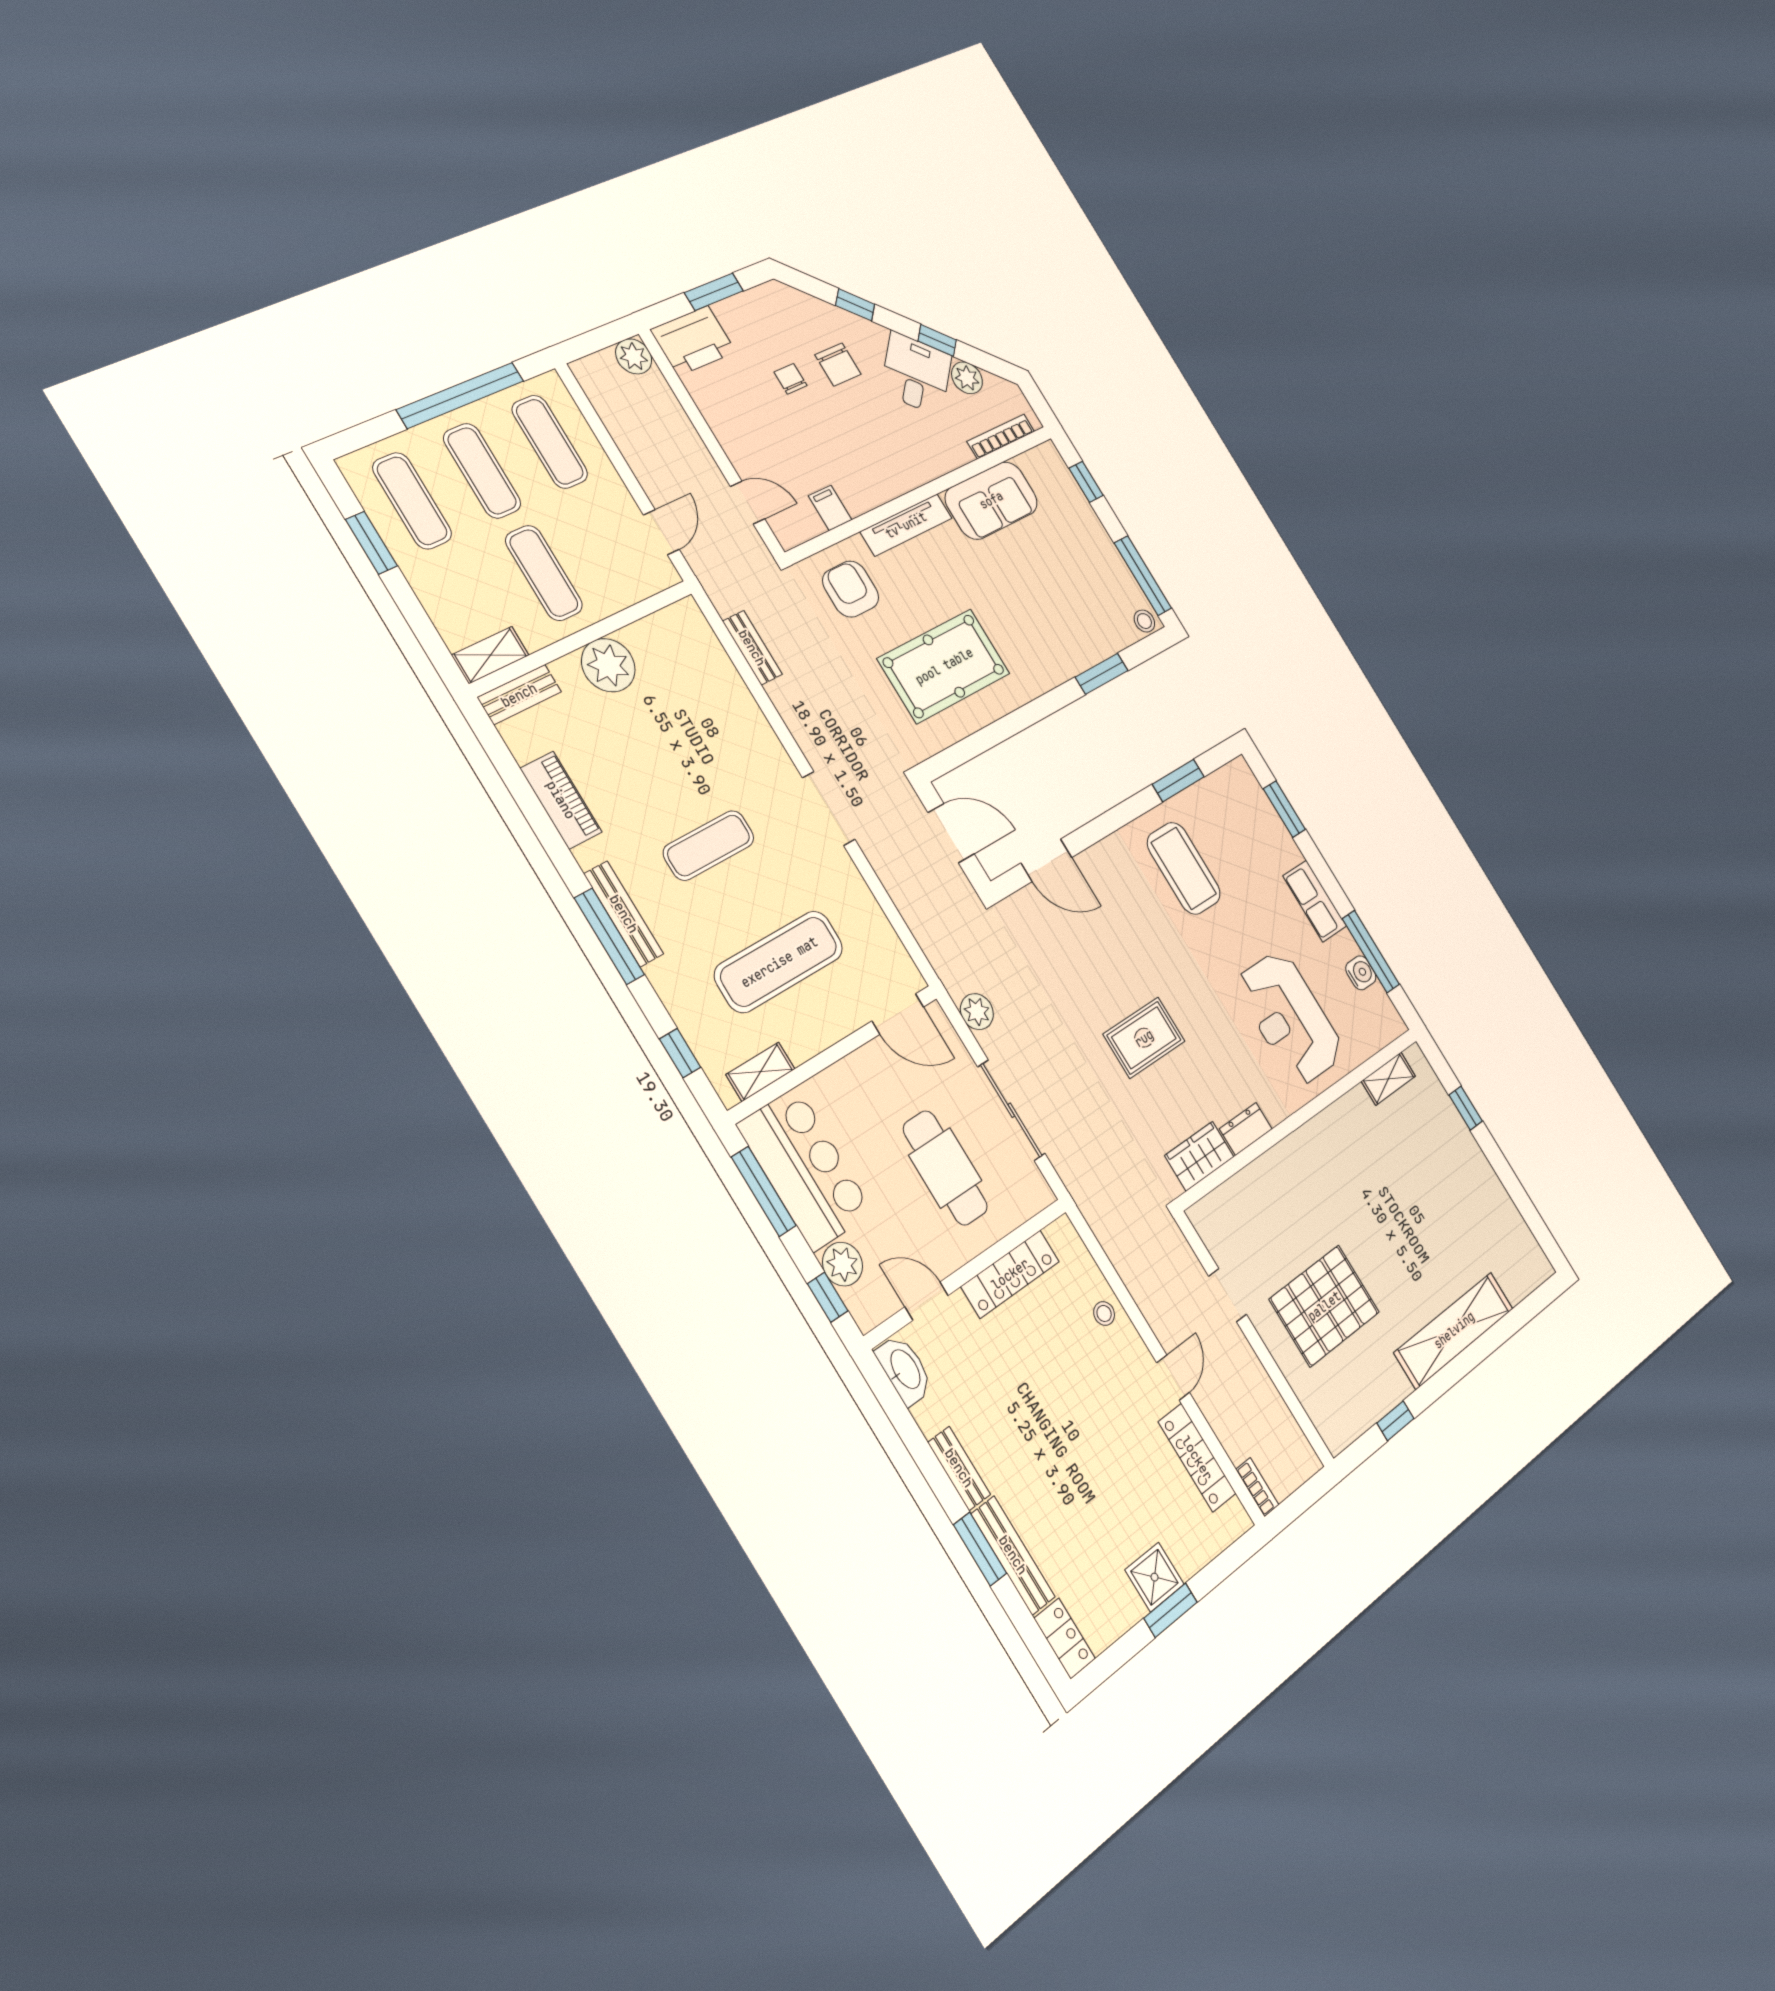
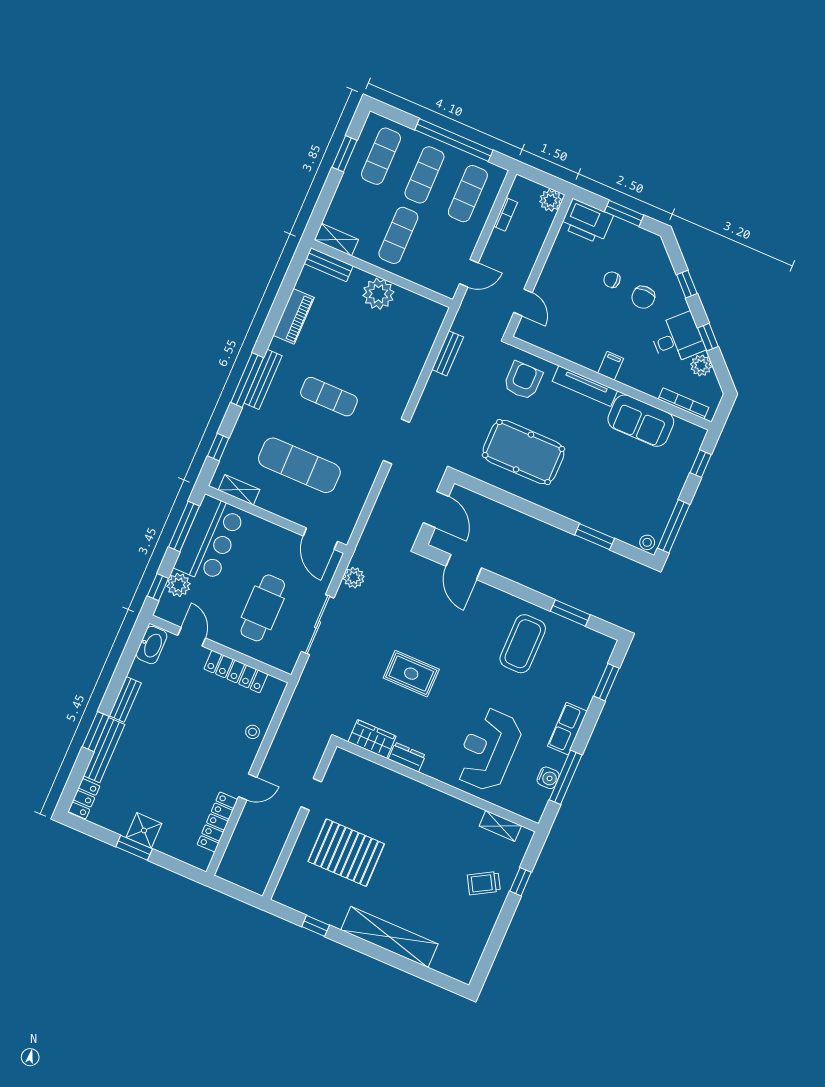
chair: (790, 379) -> (612, 280), turned -90
filing cabinet: (830, 508) -> (611, 366), moved
trolley: (1446, 1155) -> (484, 883), added
bookcase: (1257, 1487) -> (506, 214), moved

